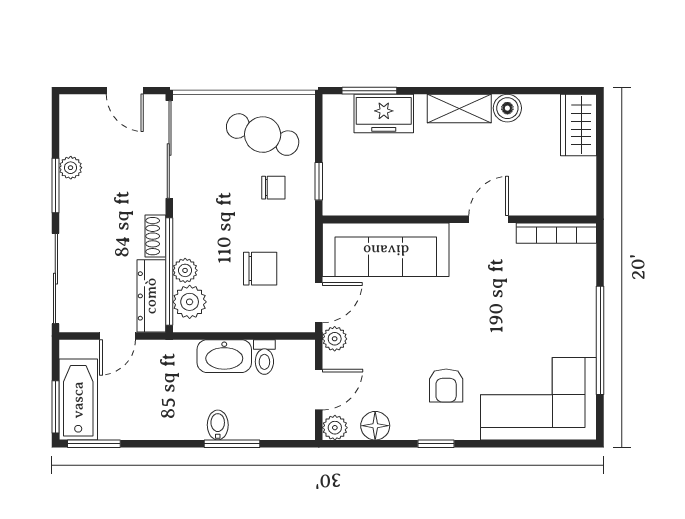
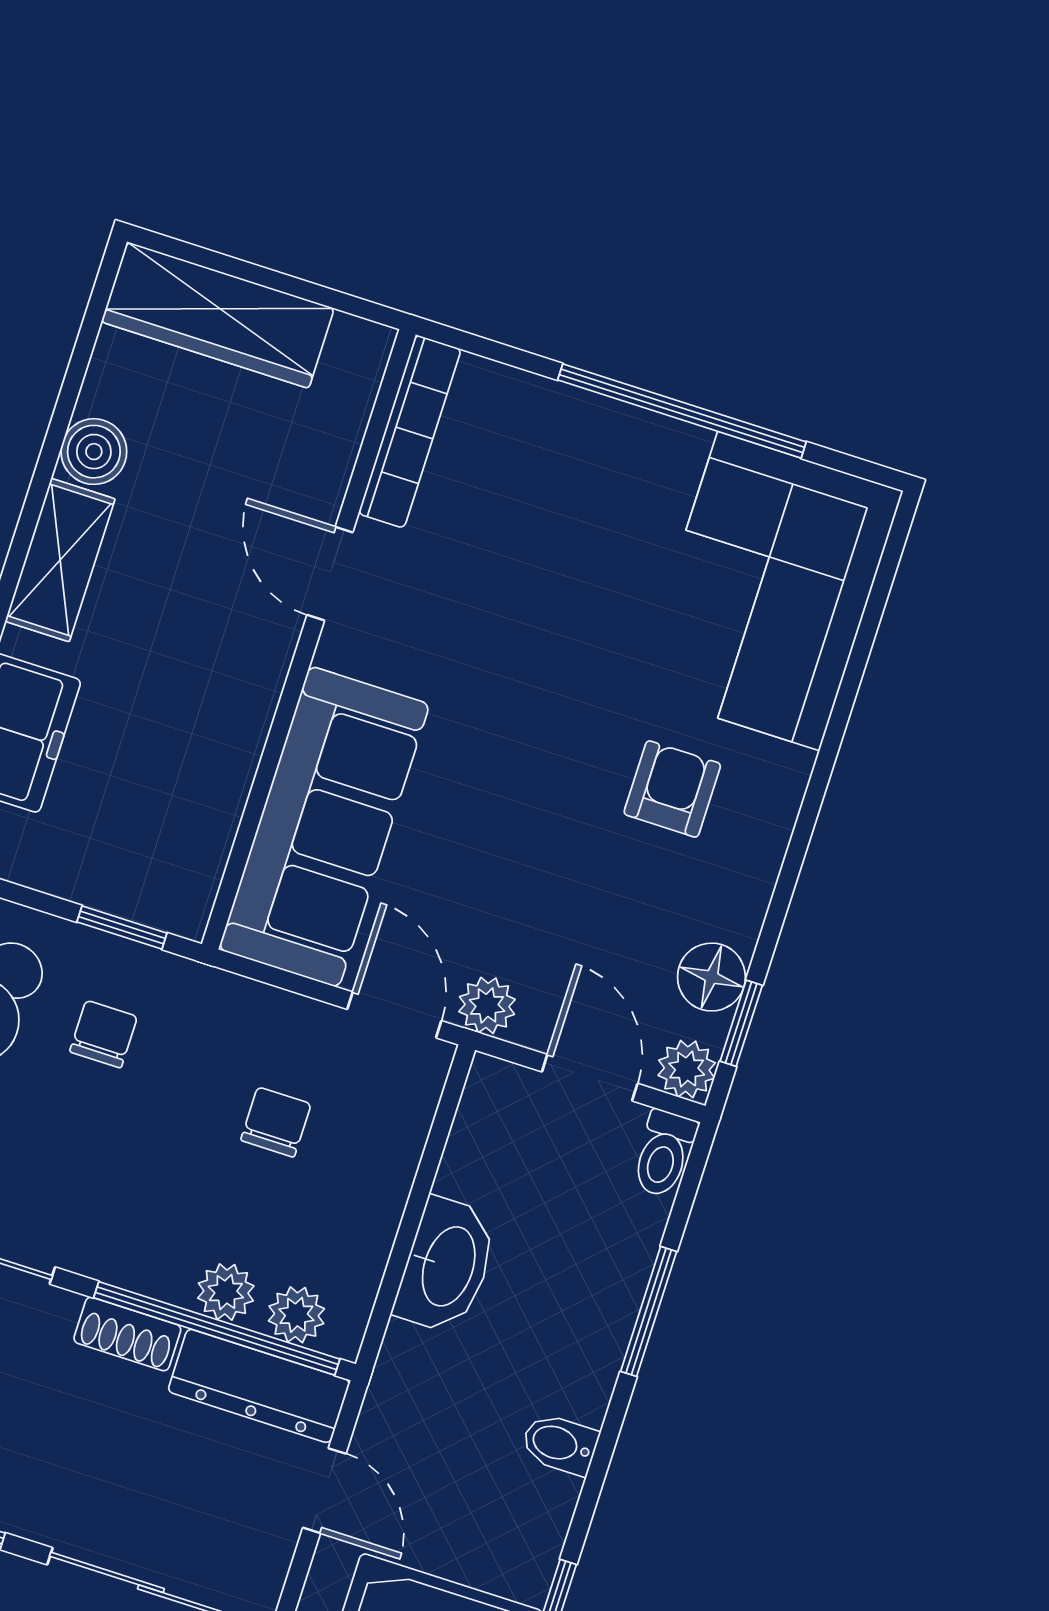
wardrobe: (579, 125) -> (218, 315), width x1.50
chair: (260, 269) -> (276, 1122), width x0.73, depth x0.73
plant: (190, 302) -> (296, 1315), width x0.73, depth x0.73
toilet: (264, 357) -> (664, 1154), moved, turned 90
armchair: (446, 385) -> (672, 789), turned -90
bidet: (218, 425) -> (560, 1444), moved
window: (436, 444) -> (741, 1023), moved

